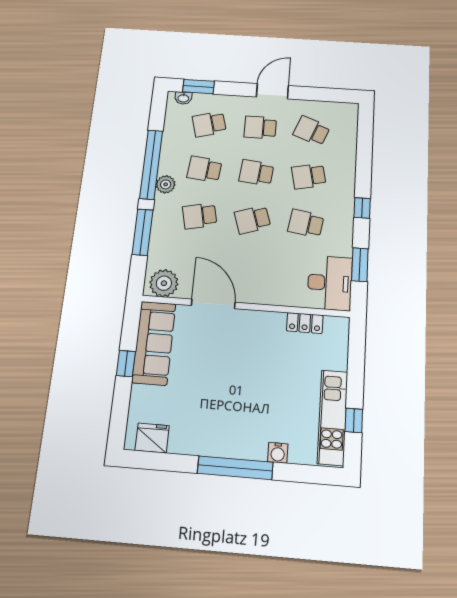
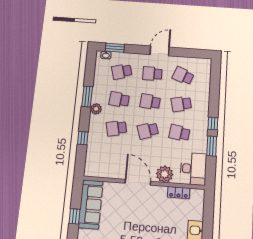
window: (151, 164) -> (87, 97), width x0.47
window: (143, 232) -> (83, 138), width x0.46
window: (360, 265) -> (212, 146), moved
plant: (164, 283) -> (165, 174), moved
door: (213, 304) -> (138, 182), moved

